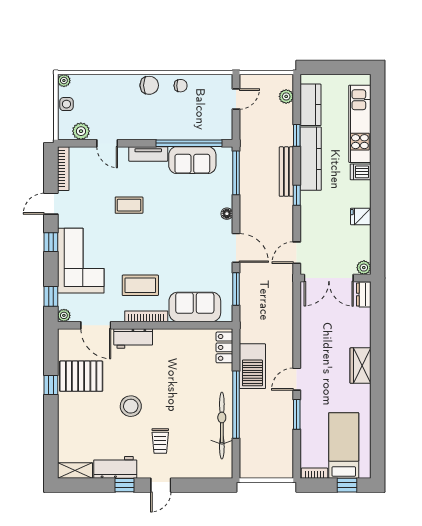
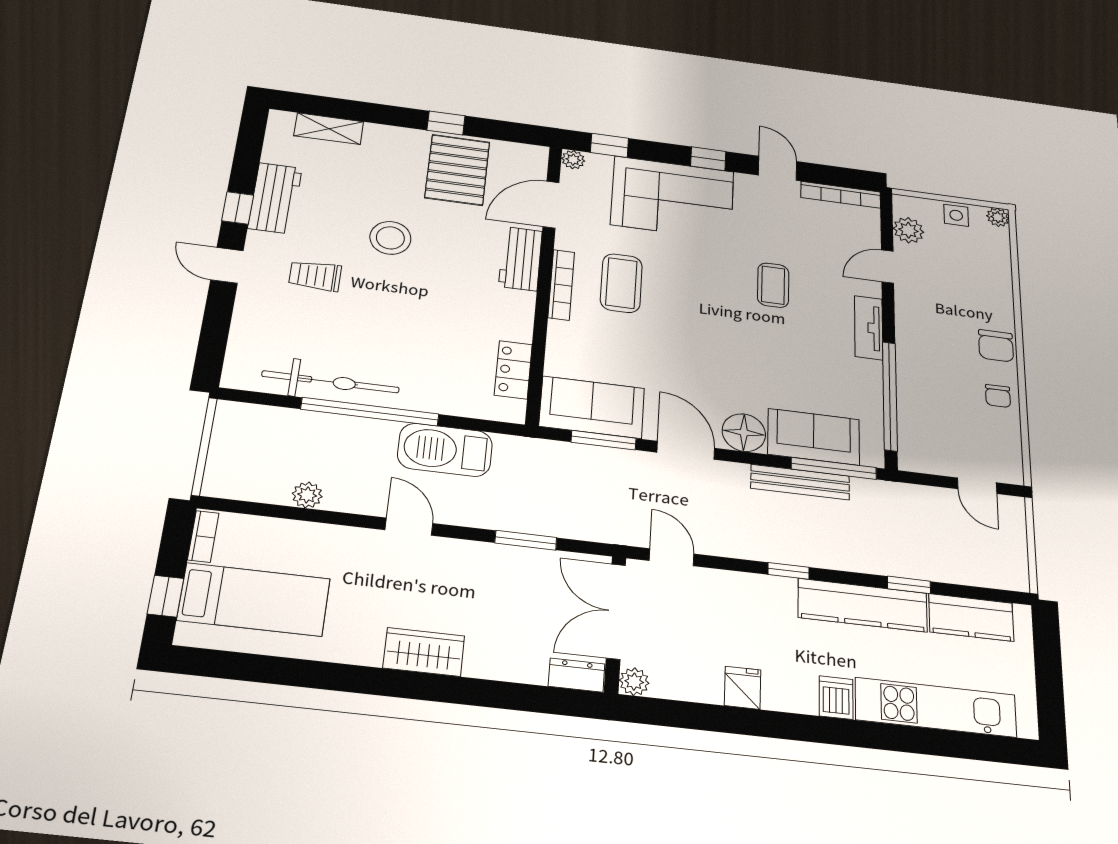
plant: (286, 96) -> (307, 495), moved
sofa: (192, 160) -> (814, 437), moved, turned 90
bench: (286, 172) -> (800, 482), moved
floor lamp: (227, 214) -> (744, 433), width x1.89, depth x1.89
door: (236, 248) -> (686, 450), swing flipped
sofa: (195, 307) -> (592, 407), moved, turned -90
locker: (224, 347) -> (513, 370), moved, turned -90
window: (297, 414) -> (526, 540), moved
shelving: (75, 471) -> (329, 129), moved, turned 90

